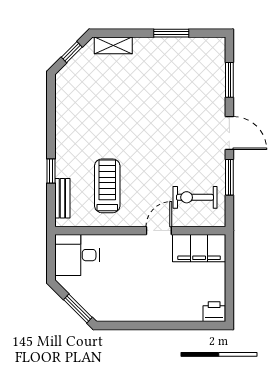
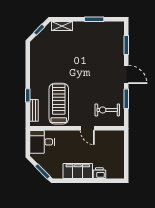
treadmill: (107, 186) -> (59, 104), width x1.37, depth x1.38
door: (159, 231) -> (87, 128), swing flipped
filing cabinet: (199, 248) -> (78, 171), moved, turned 180
printer: (214, 312) -> (99, 173), moved

